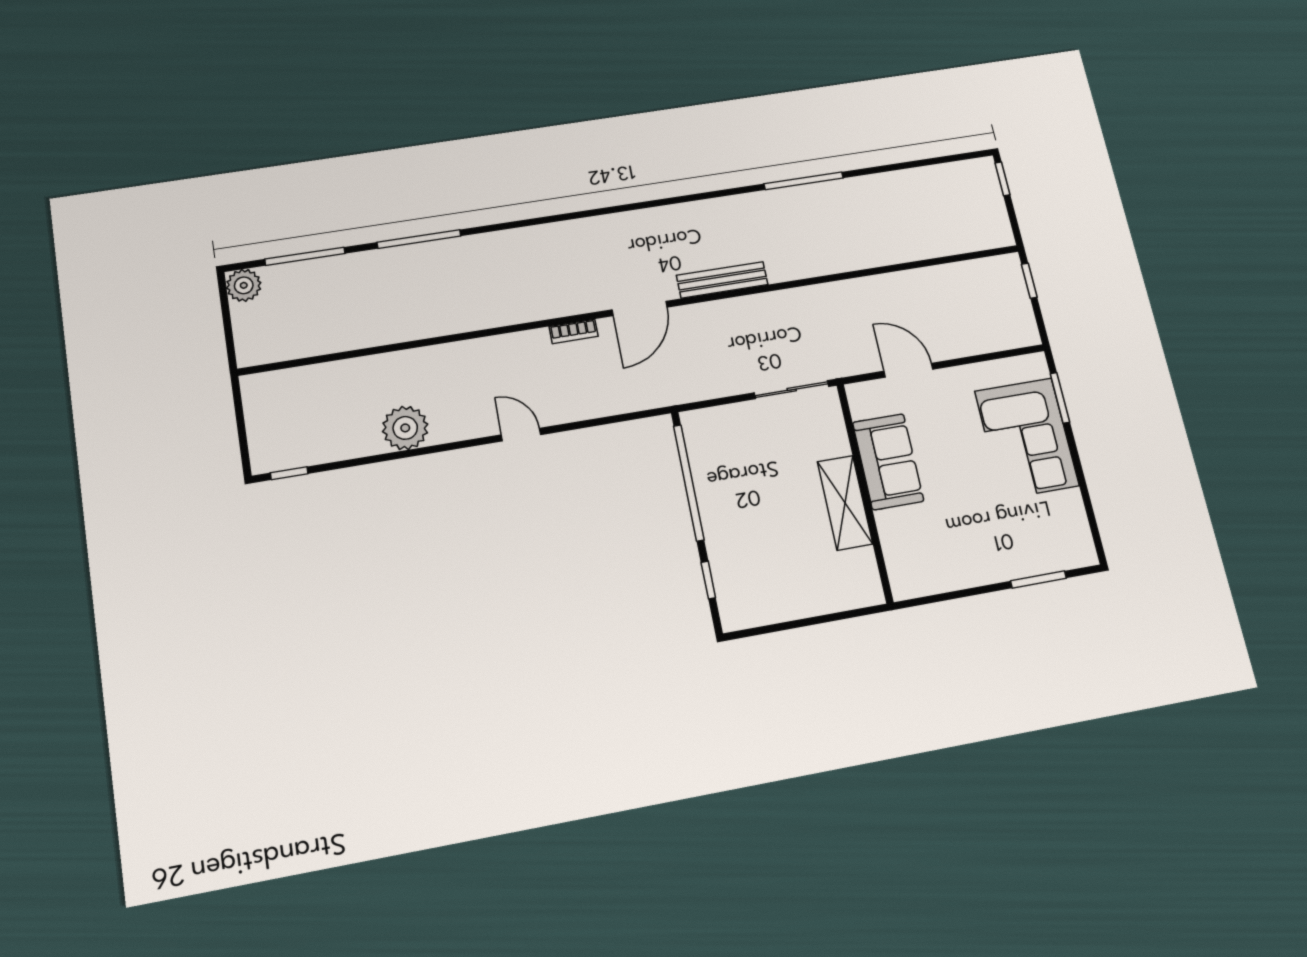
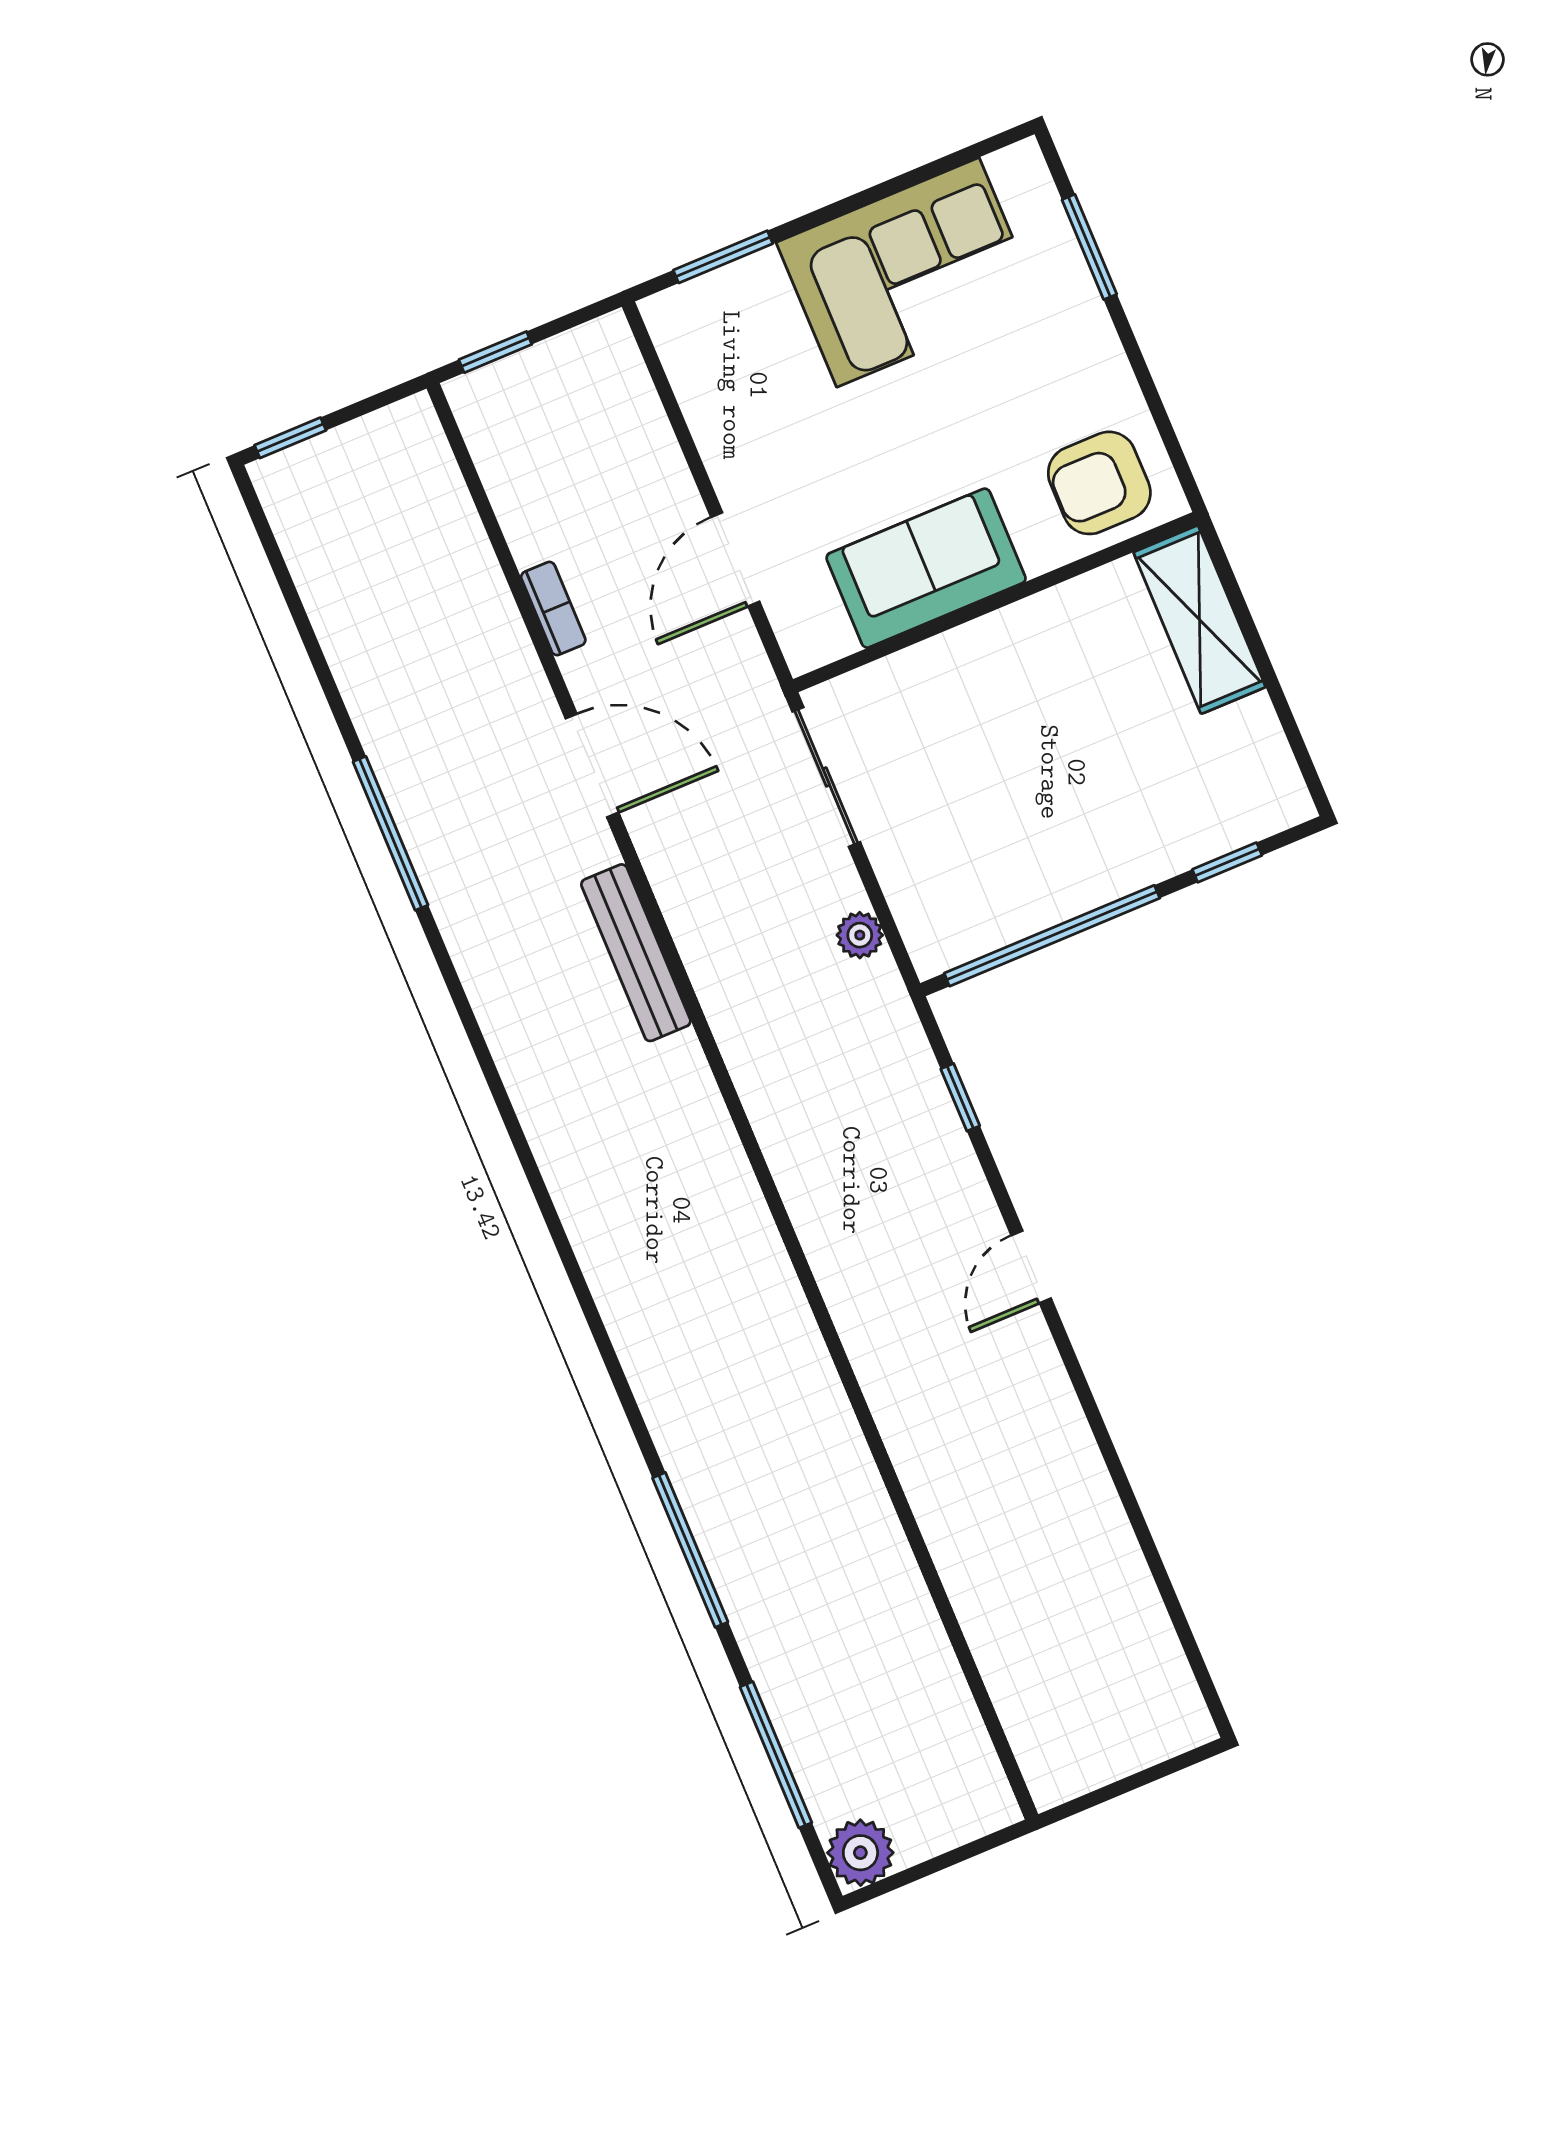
door: (640, 308) -> (592, 766), moved
bookcase: (574, 331) -> (553, 609), moved
plant: (405, 428) -> (860, 935), moved, width x0.53, depth x0.53
corner sofa: (1027, 438) -> (908, 272), moved
window: (289, 473) -> (960, 1097), moved
shelving: (845, 503) -> (1199, 620), moved, turned 90
armchair: (917, 558) -> (1099, 483), added

